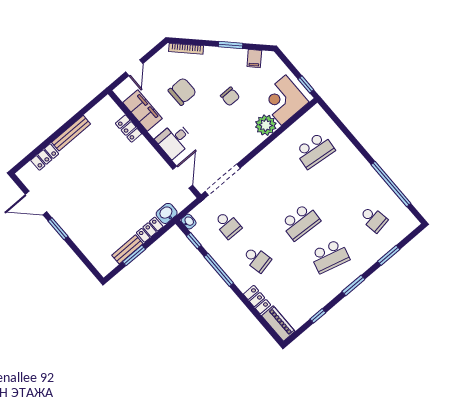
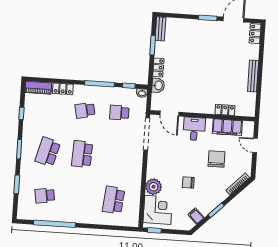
chair: (182, 91) -> (217, 159), turned 180
locker: (45, 157) -> (255, 34), moved
bench: (127, 249) -> (160, 29), moved

